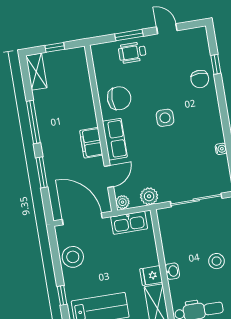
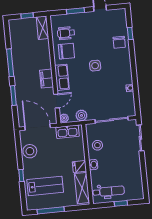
wheelchair: (132, 53) -> (66, 33), moved
shelving: (36, 72) -> (43, 28), moved
stool: (217, 261) -> (97, 145), moved

